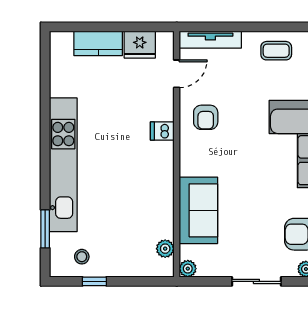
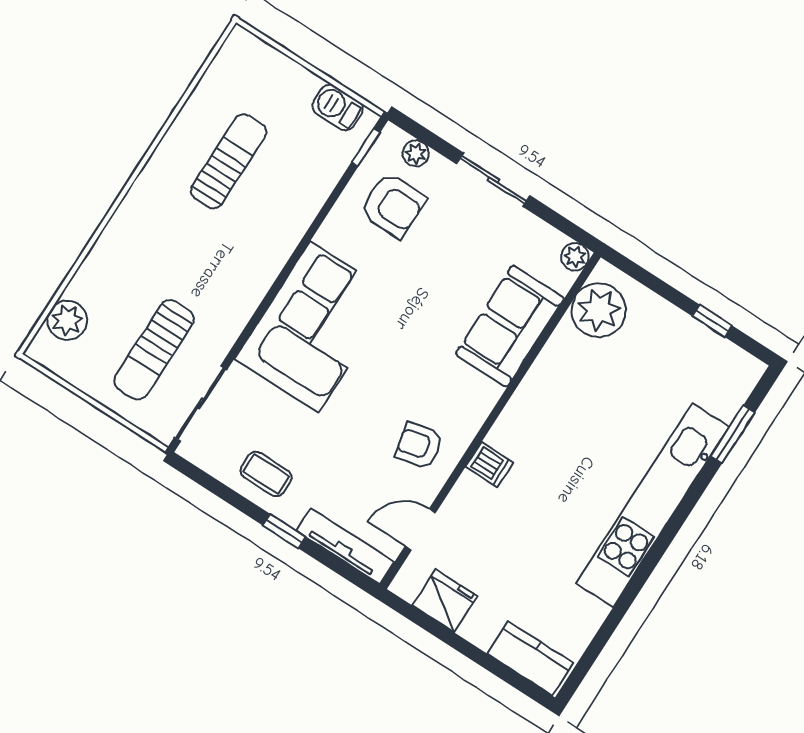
window: (247, 27) -> (284, 531), added
kitchen counter: (98, 43) -> (530, 658), moved
armchair: (206, 117) -> (419, 445), turned -103
plant: (165, 249) -> (599, 310), width x1.88, depth x1.88
stool: (82, 257) -> (708, 365), removed

